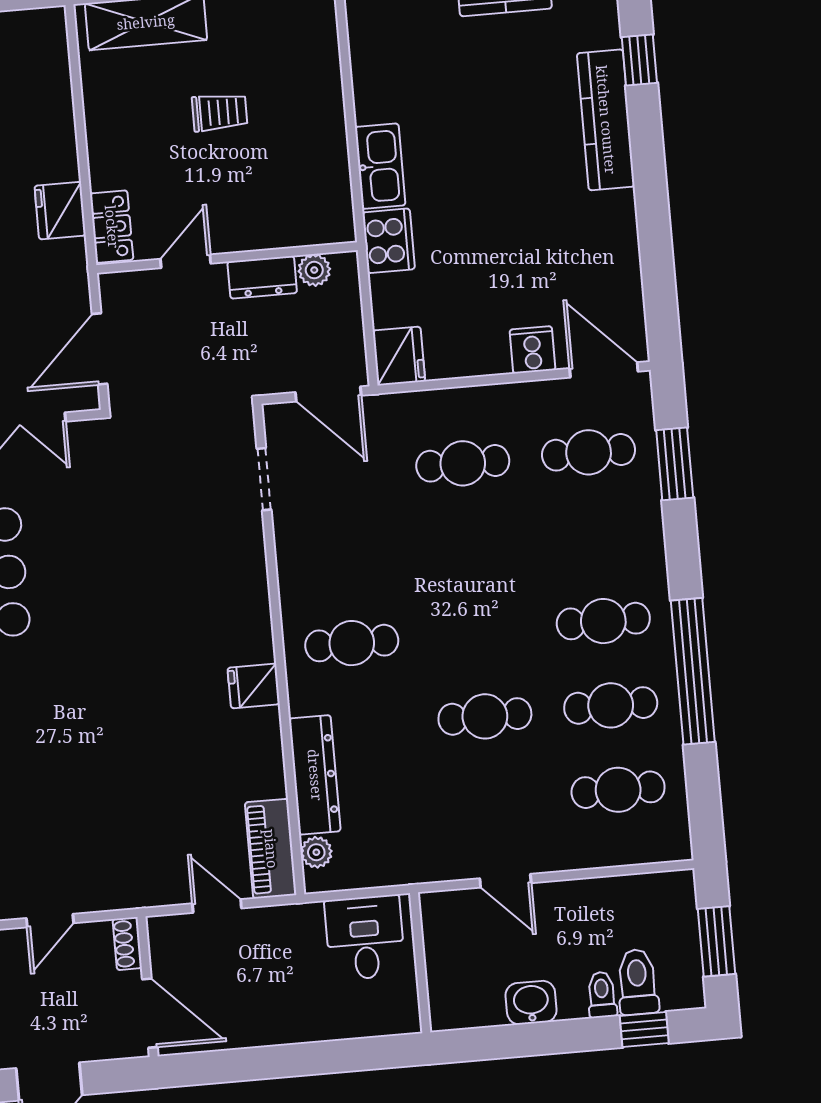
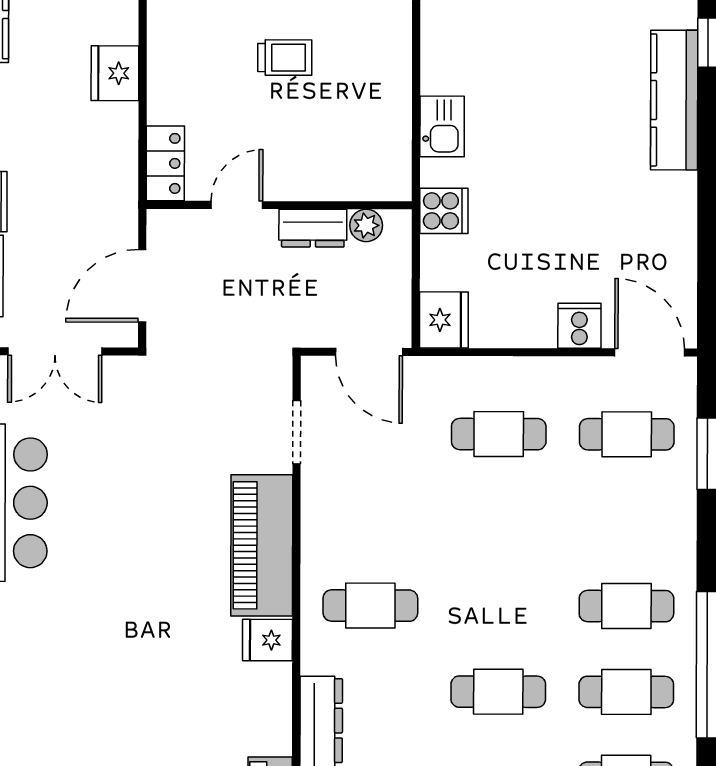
kitchen sink: (380, 166) -> (442, 126), width x0.73
fridge: (60, 211) -> (115, 73), moved
cooker: (389, 241) -> (444, 211), width x0.73
piano: (240, 593) -> (262, 545), added

